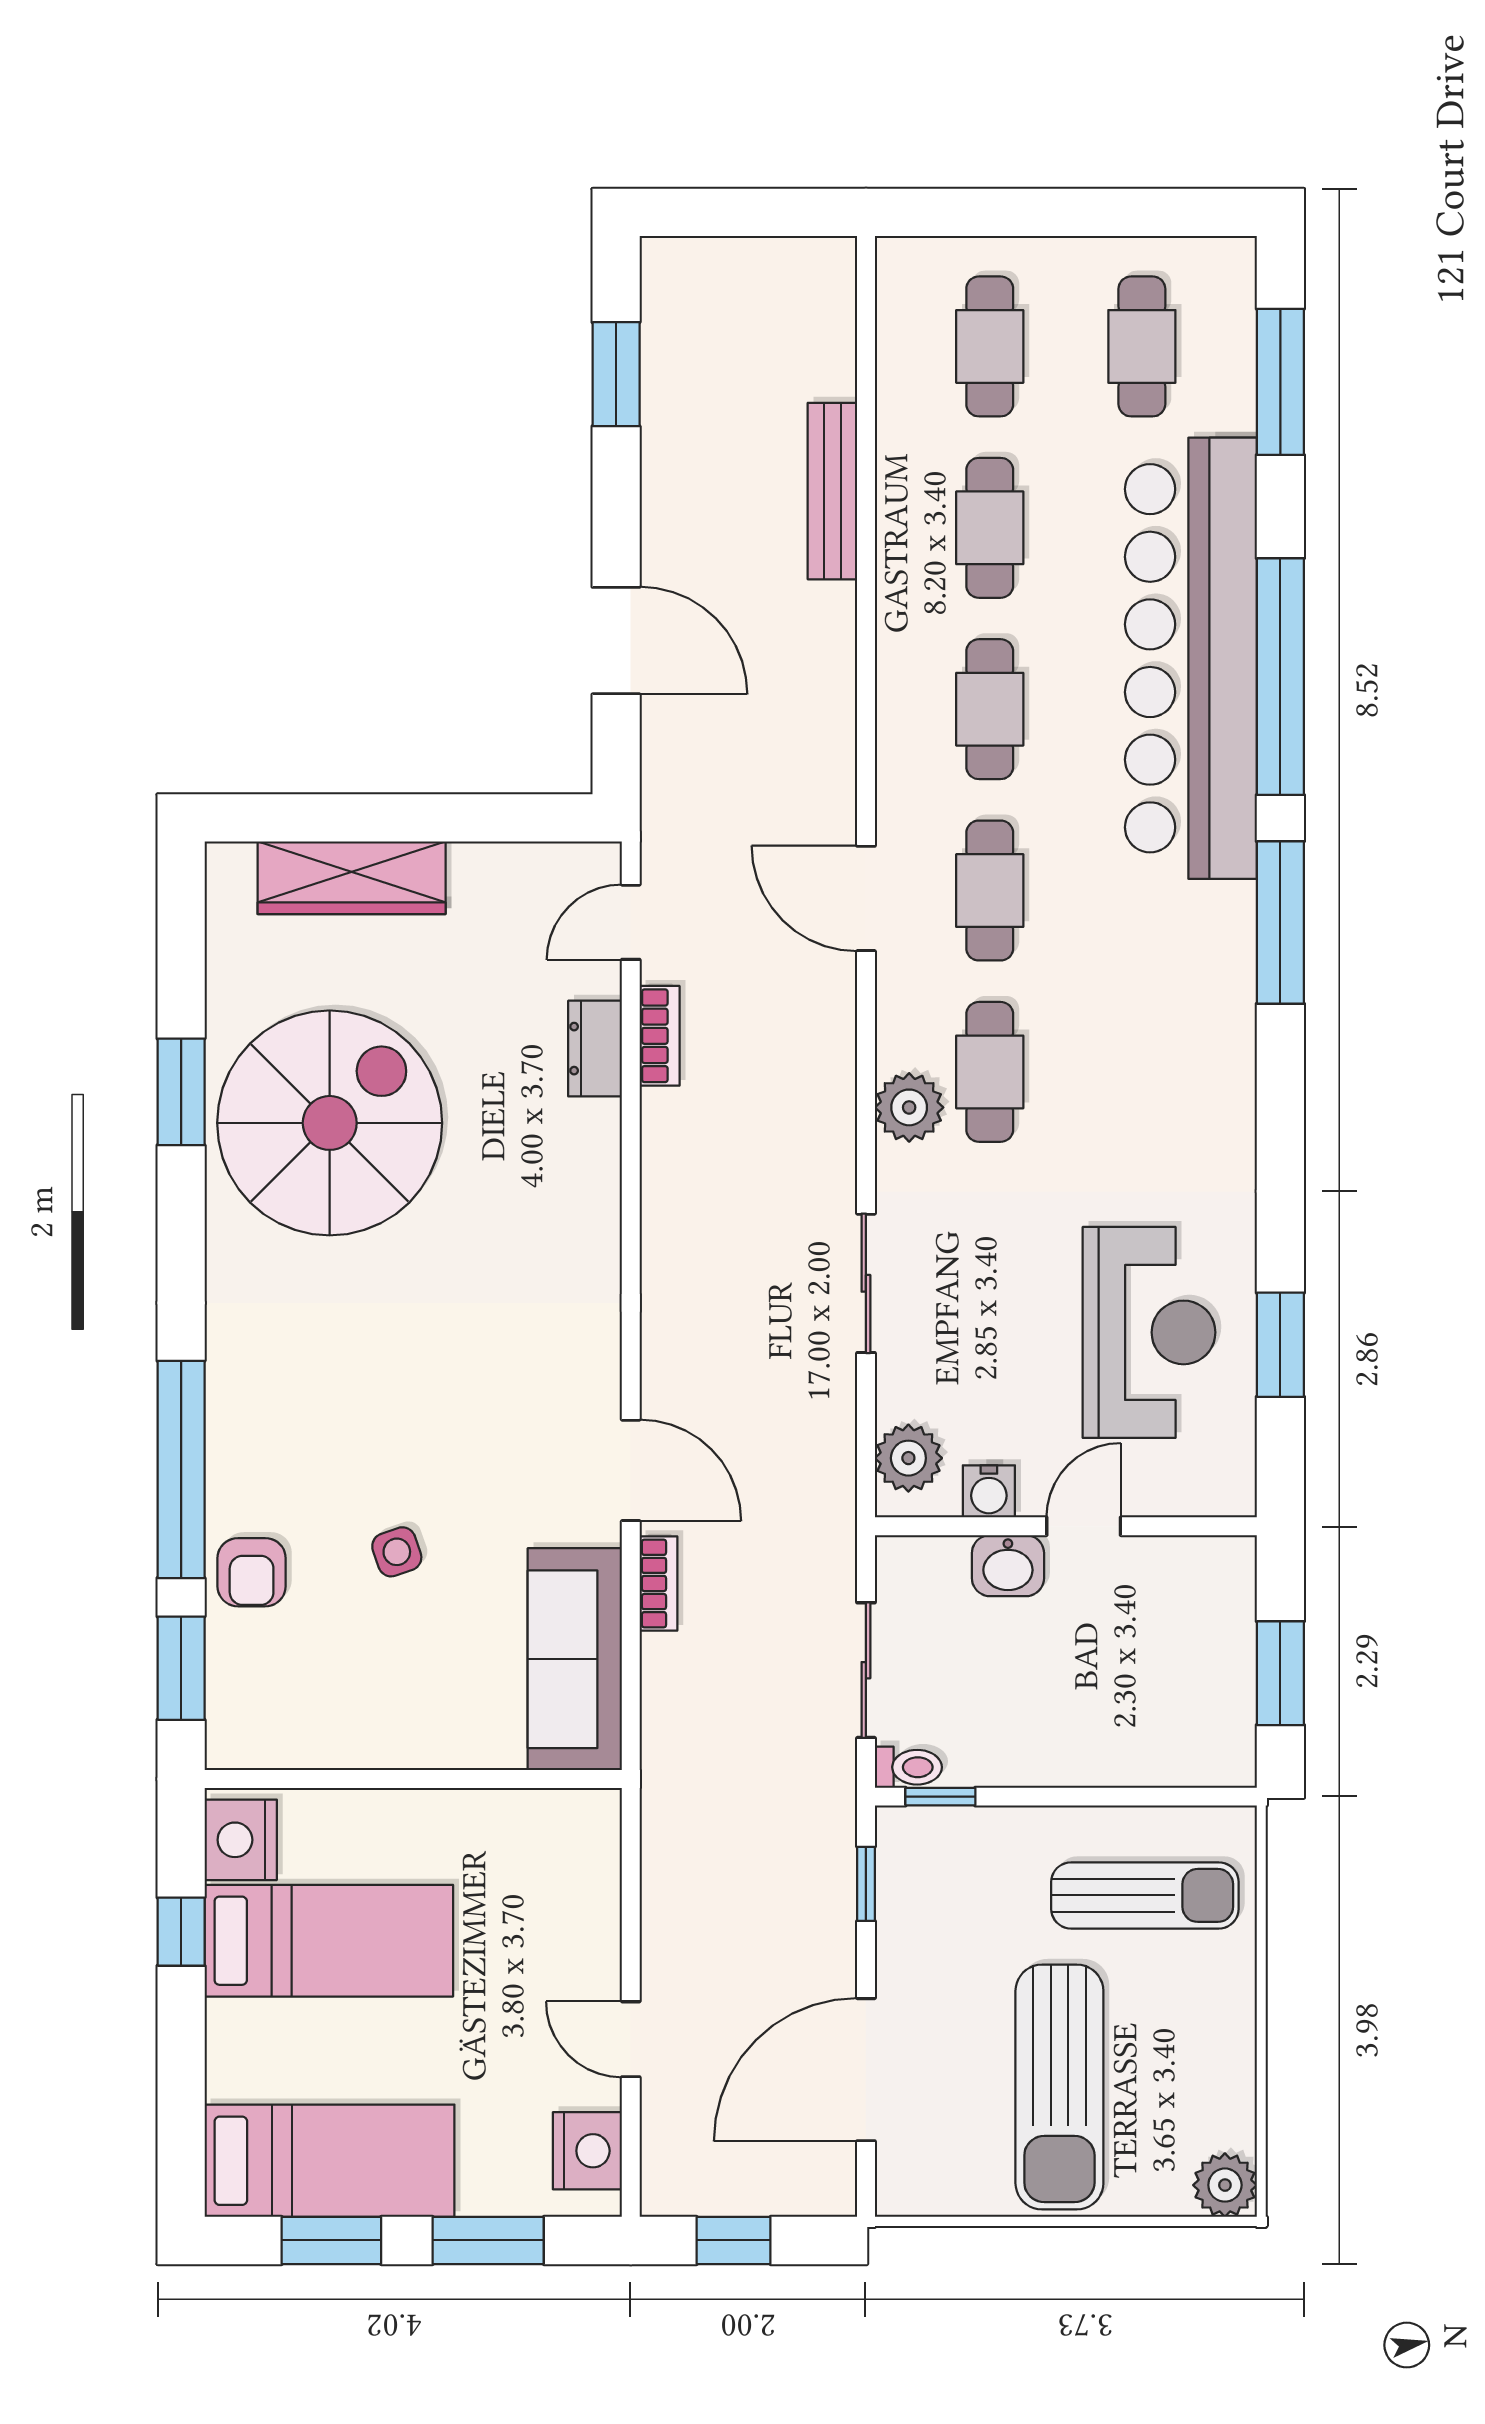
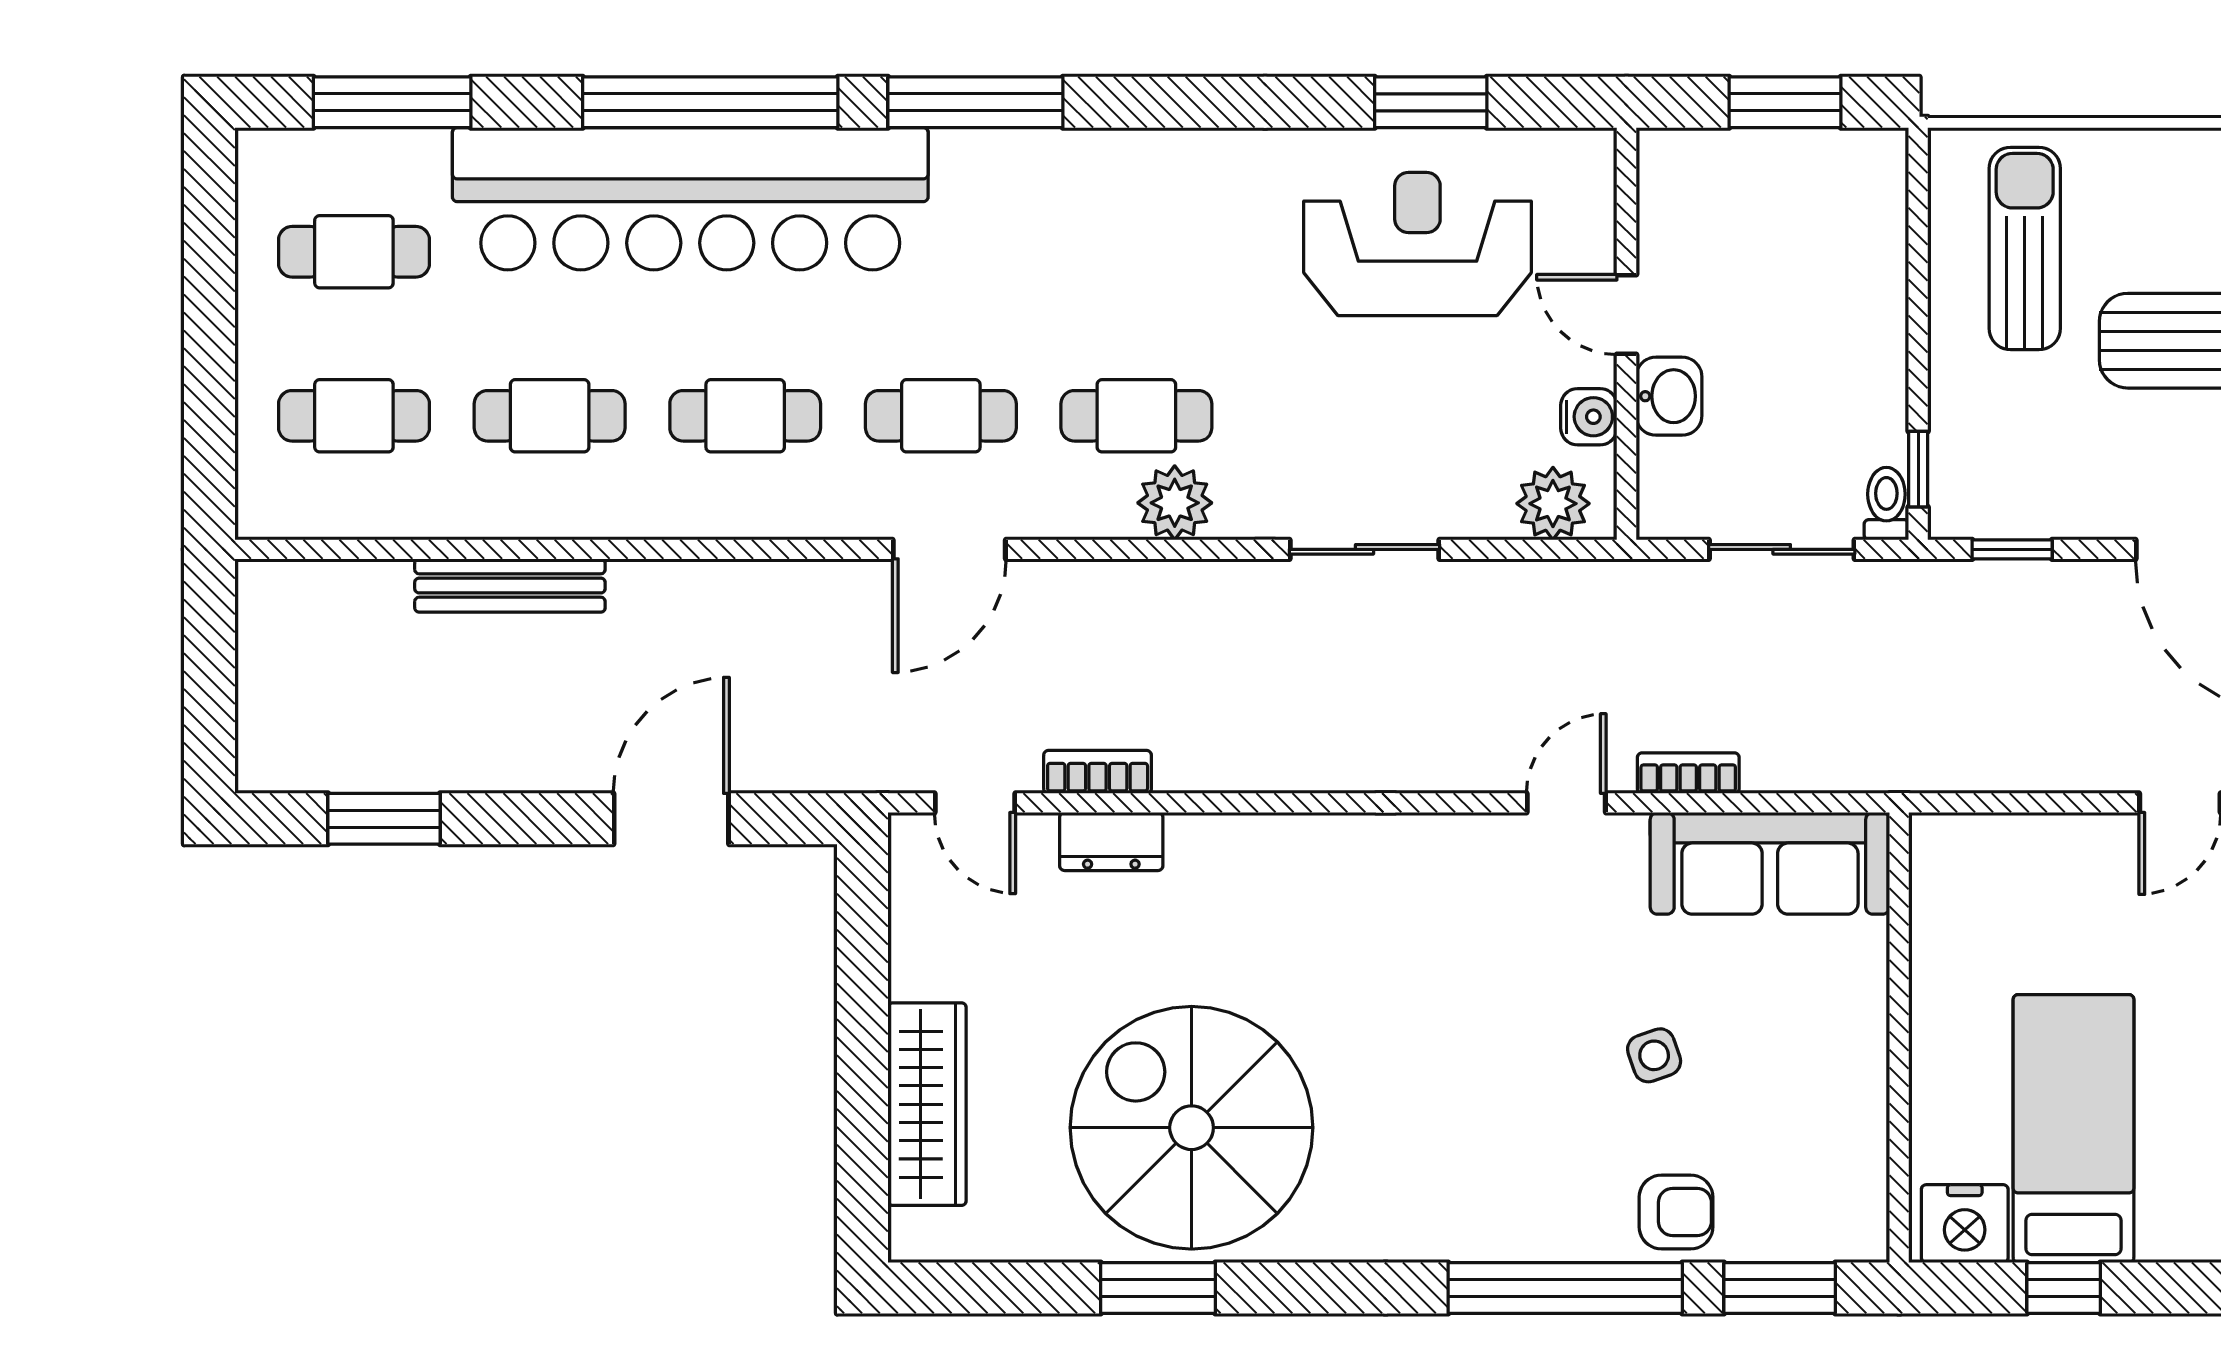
door: (631, 1470) -> (1566, 803), width x0.73

